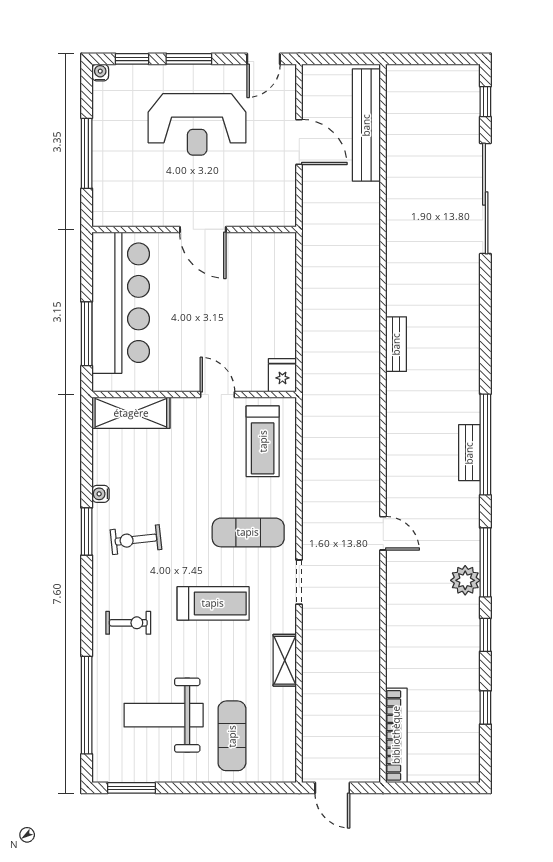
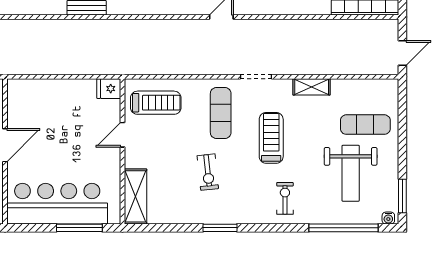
water cooler: (100, 494) -> (388, 218), moved
exercise bike: (136, 540) -> (208, 172), moved

